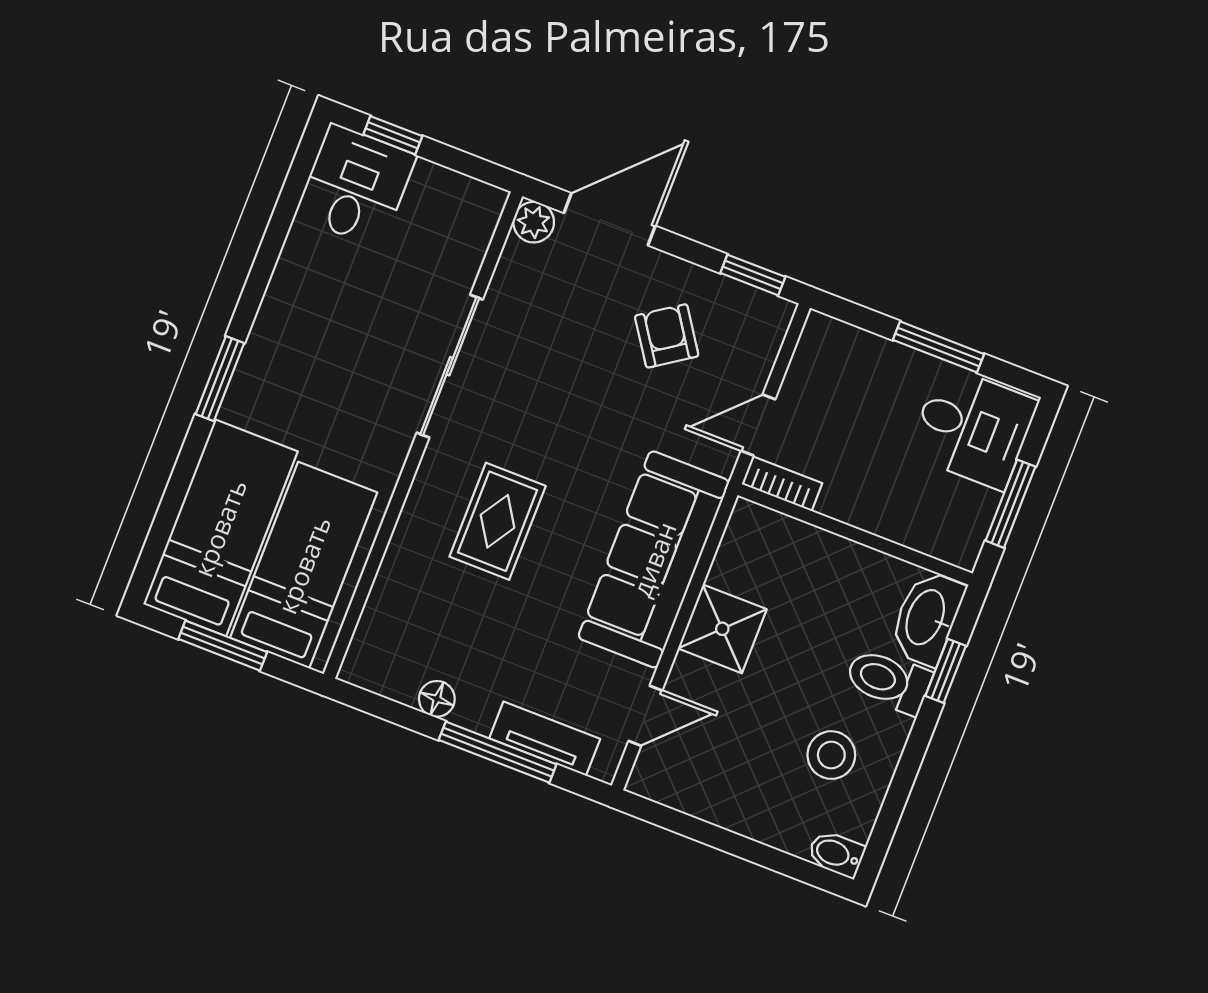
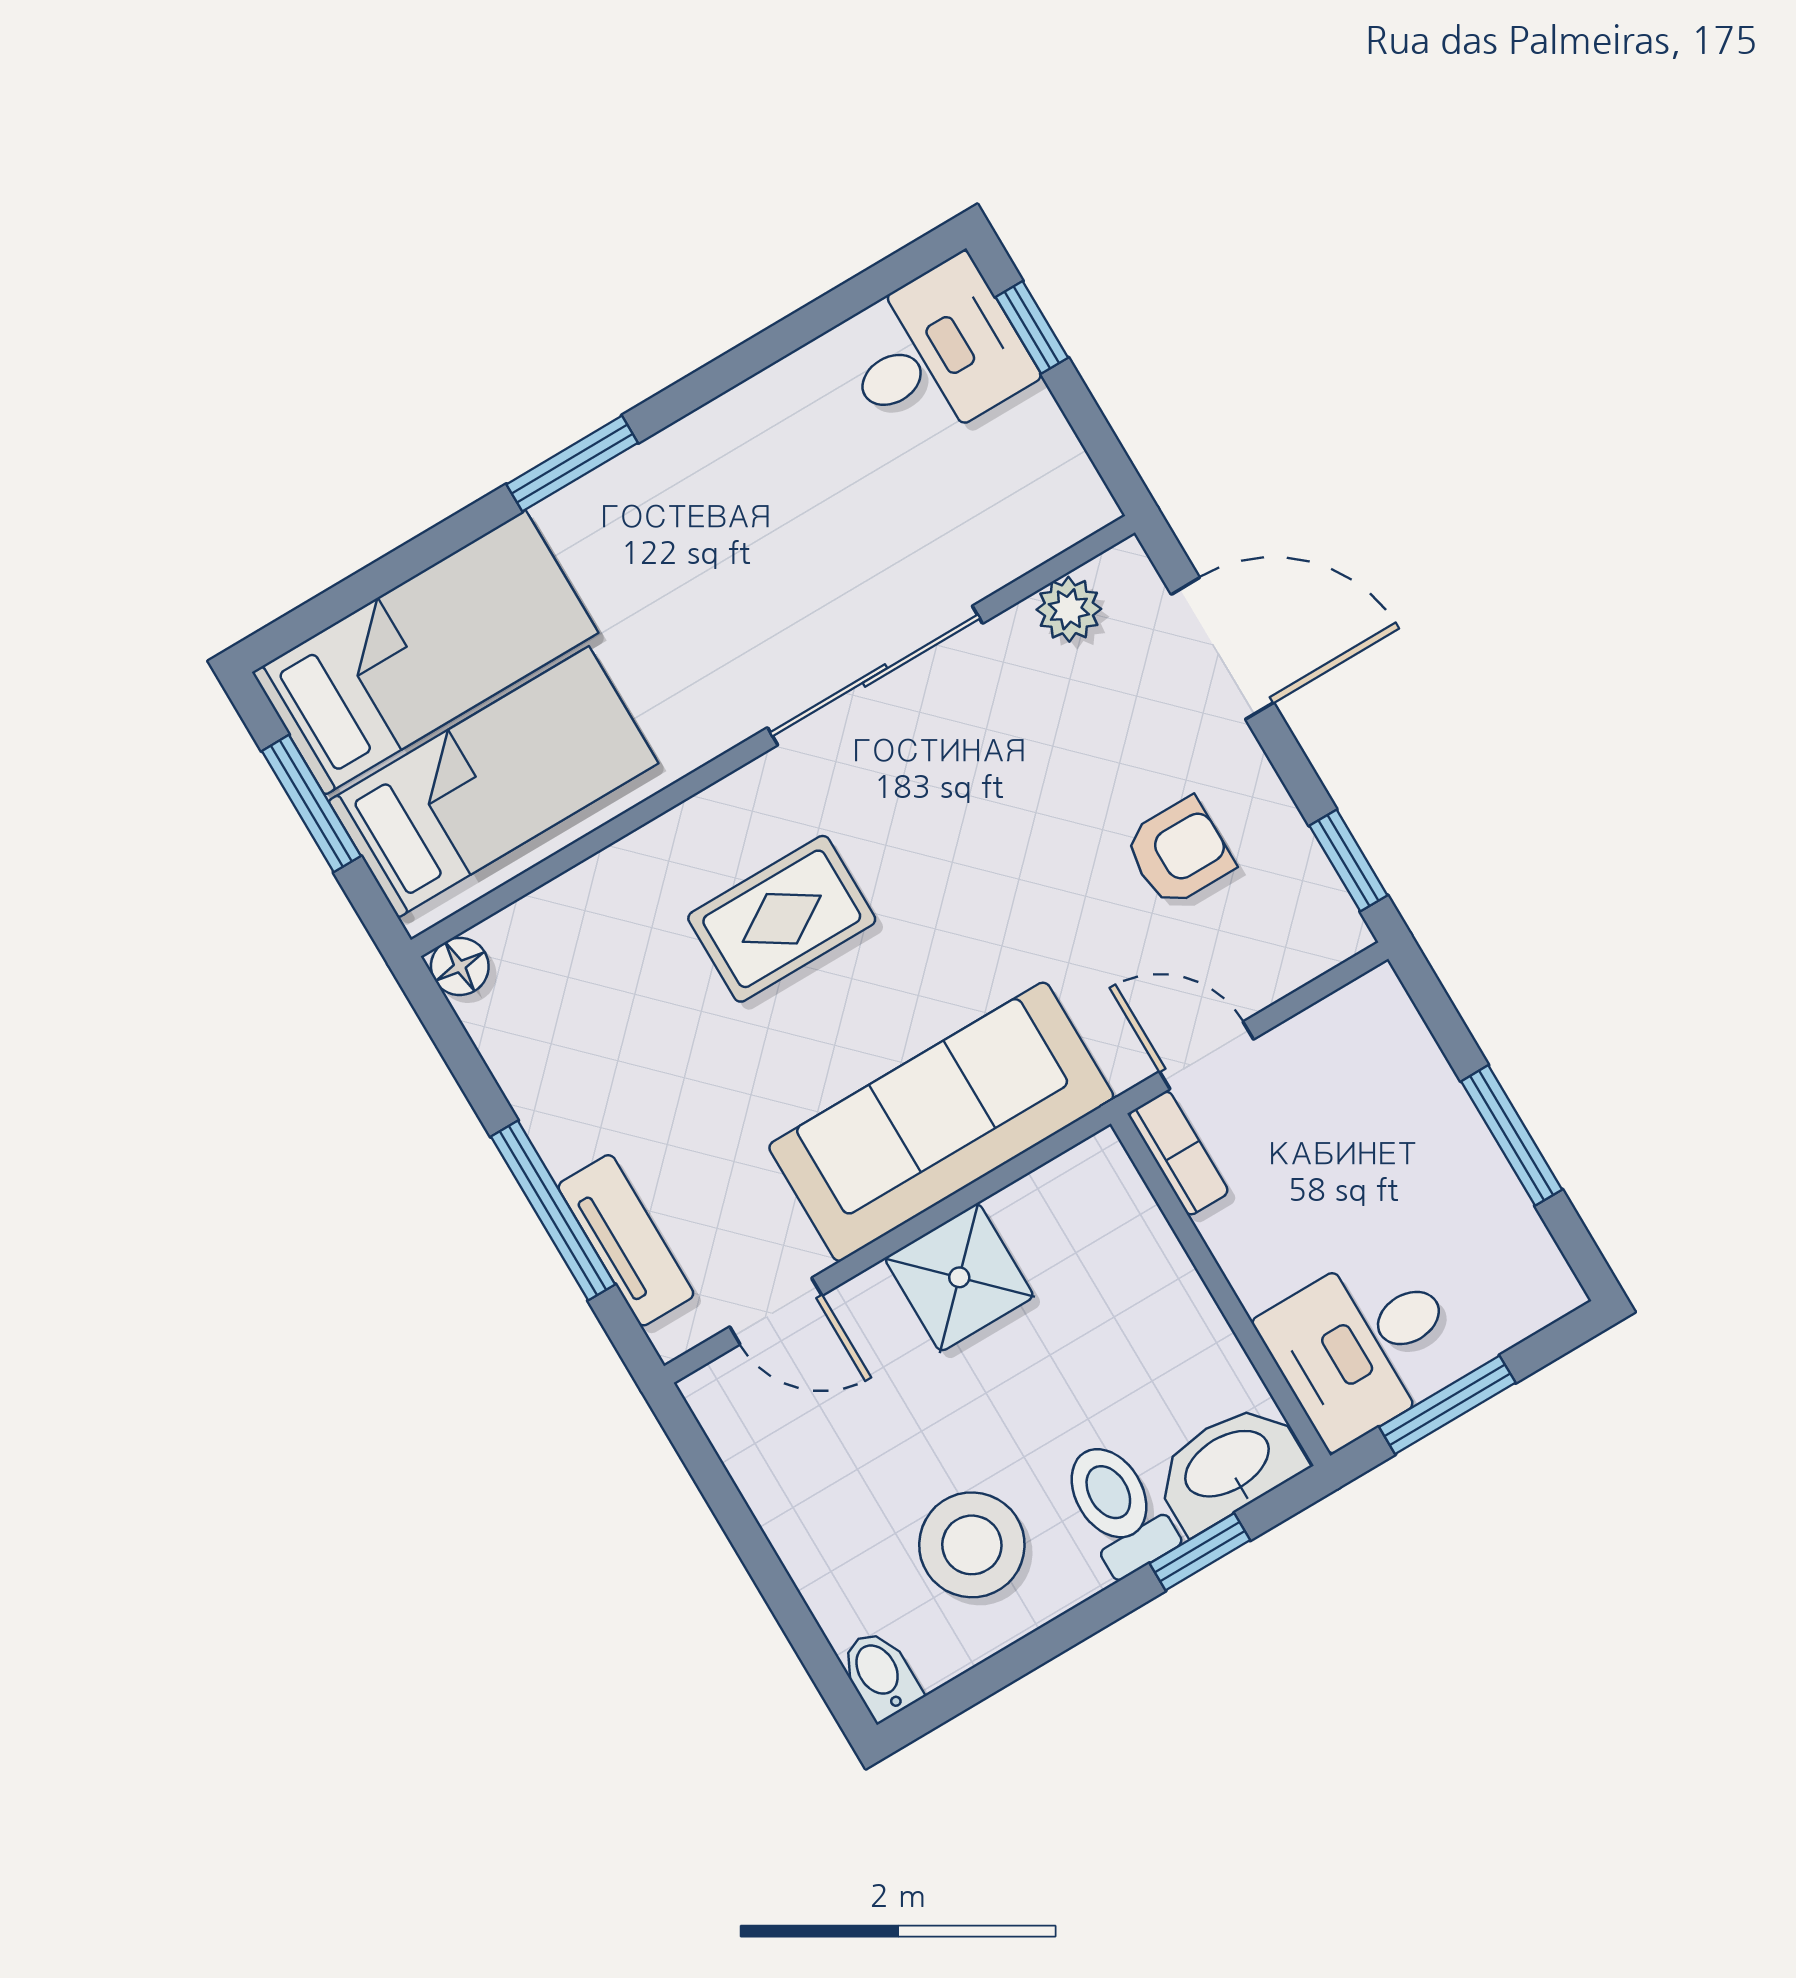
plant: (534, 222) -> (1069, 609), moved
armchair: (667, 336) -> (1179, 852), turned 34
desk: (973, 428) -> (1363, 1345), moved, turned 90
floor lamp: (437, 699) -> (460, 966), moved
stool: (831, 755) -> (972, 1545), width x1.38, depth x1.38

